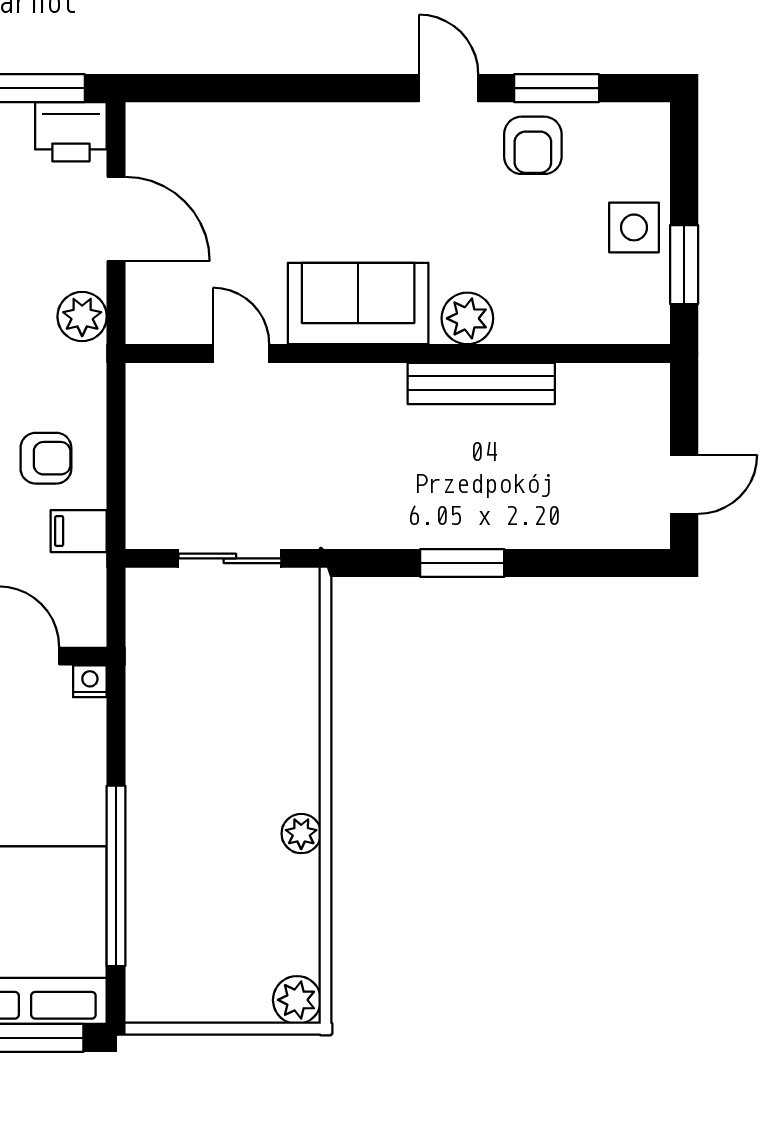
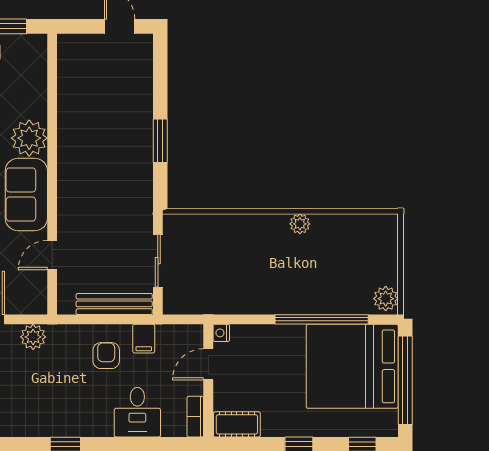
plant: (467, 318) -> (29, 138), width x1.36, depth x1.36
bench: (481, 383) -> (114, 304), moved, turned 90
plant: (297, 1000) -> (386, 299), moved

